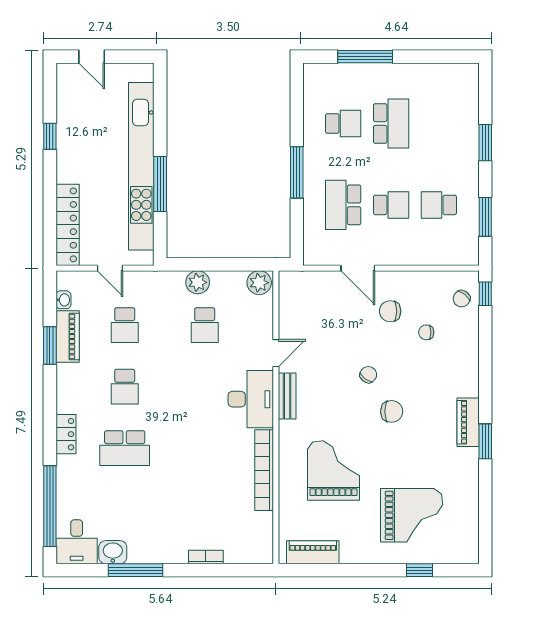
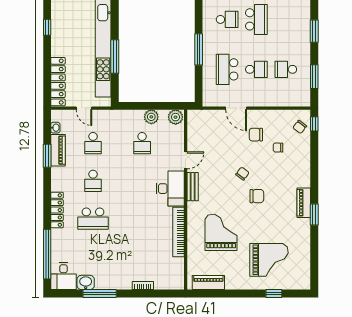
plant: (198, 282) -> (151, 117), moved
locker: (66, 434) -> (57, 210), width x1.53

